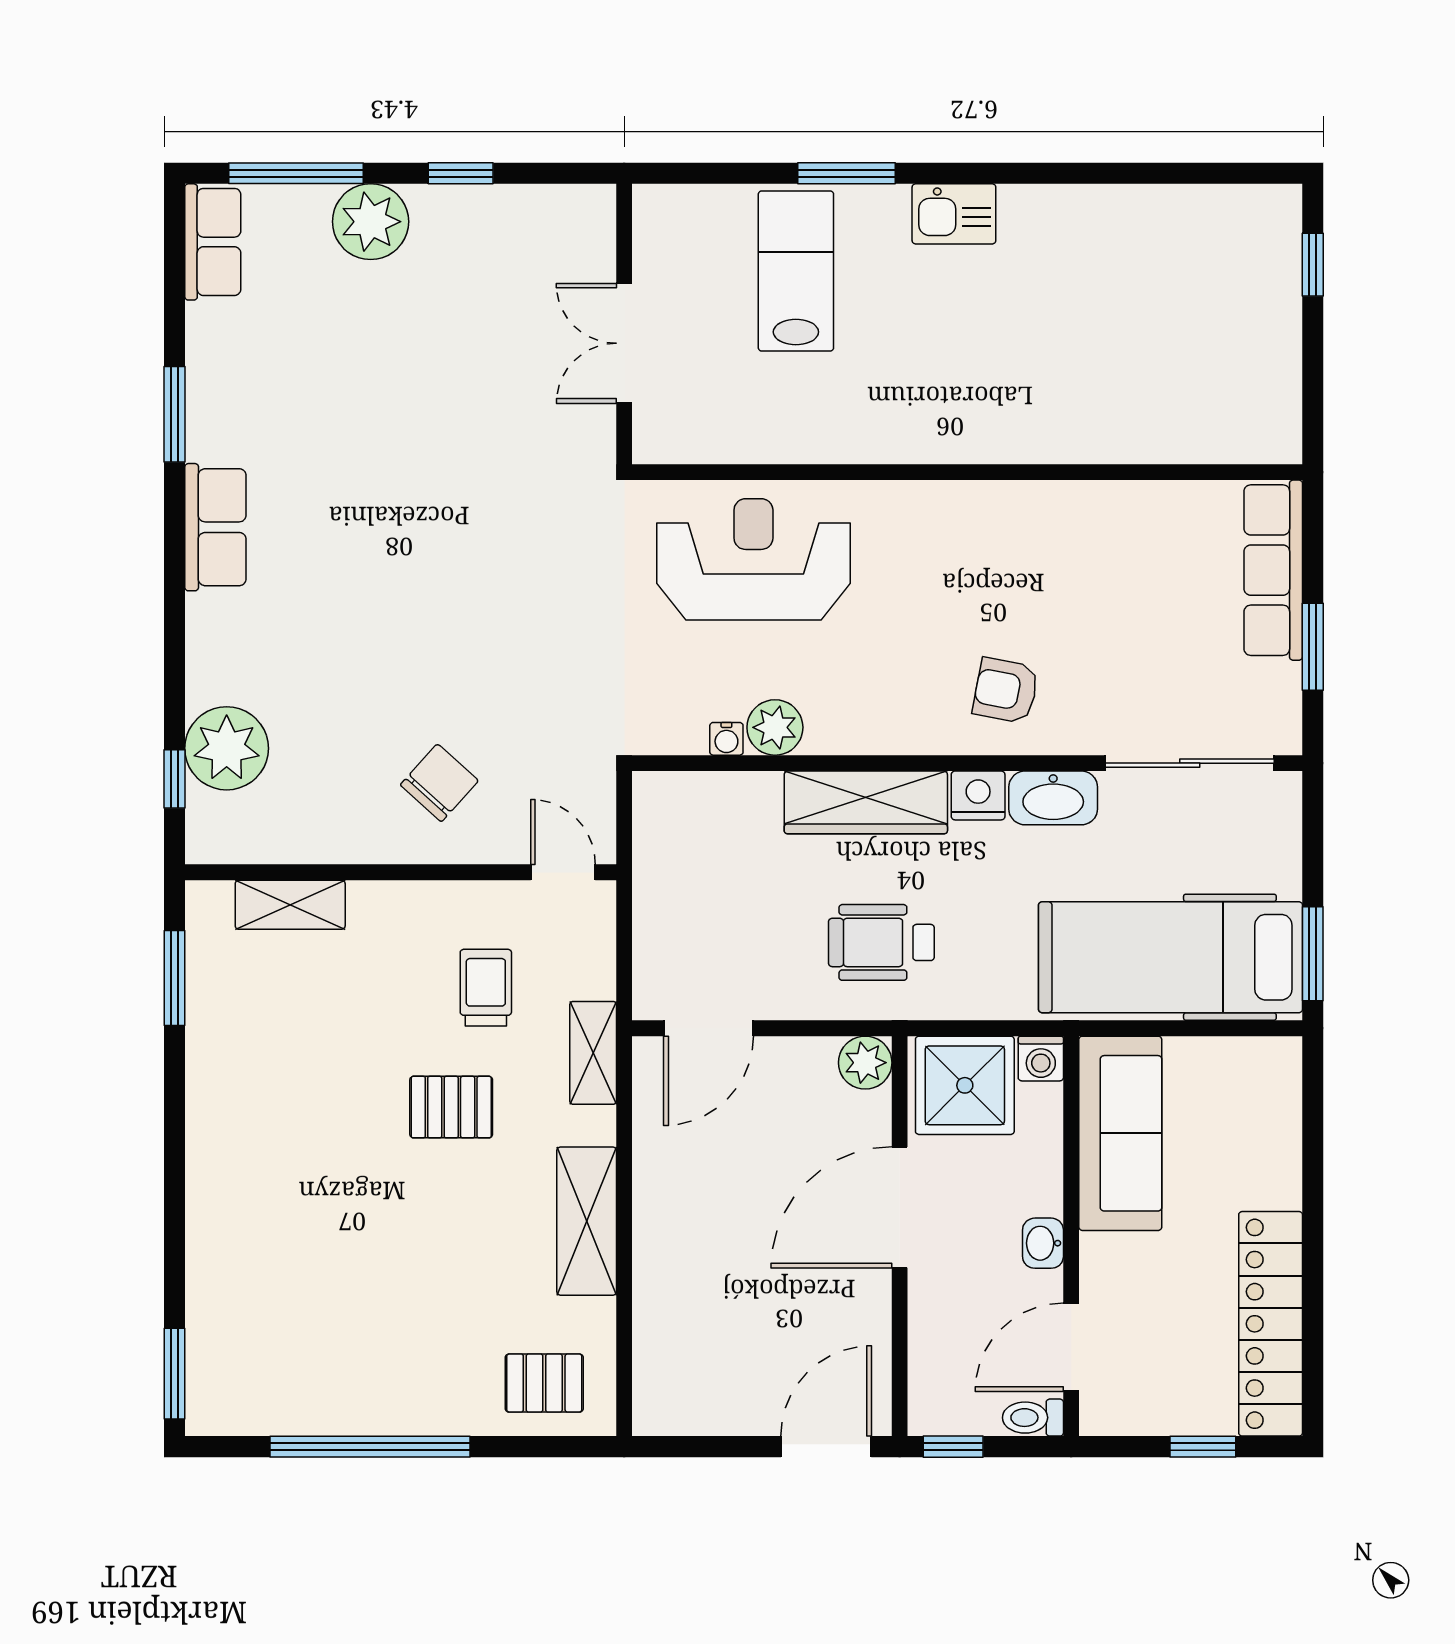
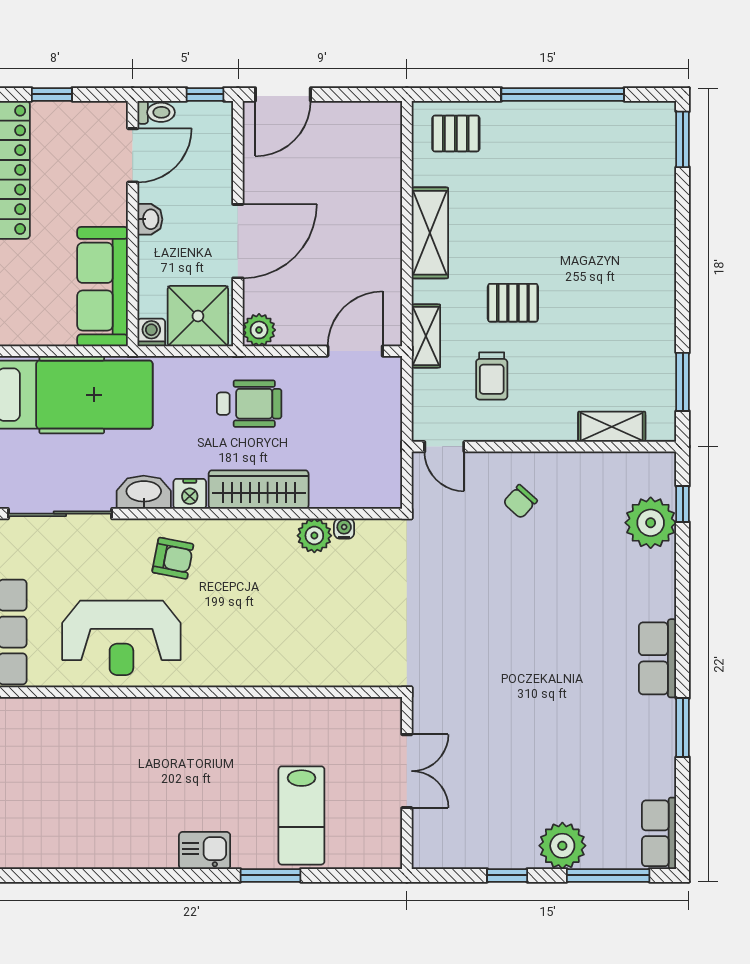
reception desk: (753, 559) -> (121, 638), moved
chair: (439, 783) -> (520, 502), width x0.73, depth x0.73

